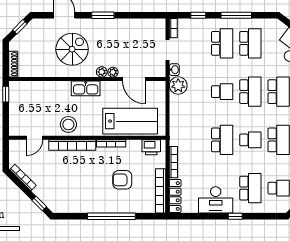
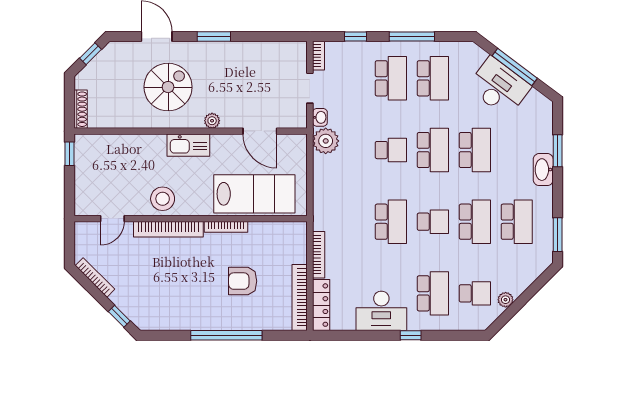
plant: (113, 72) -> (229, 121), removed
printer: (151, 147) -> (286, 233), removed

